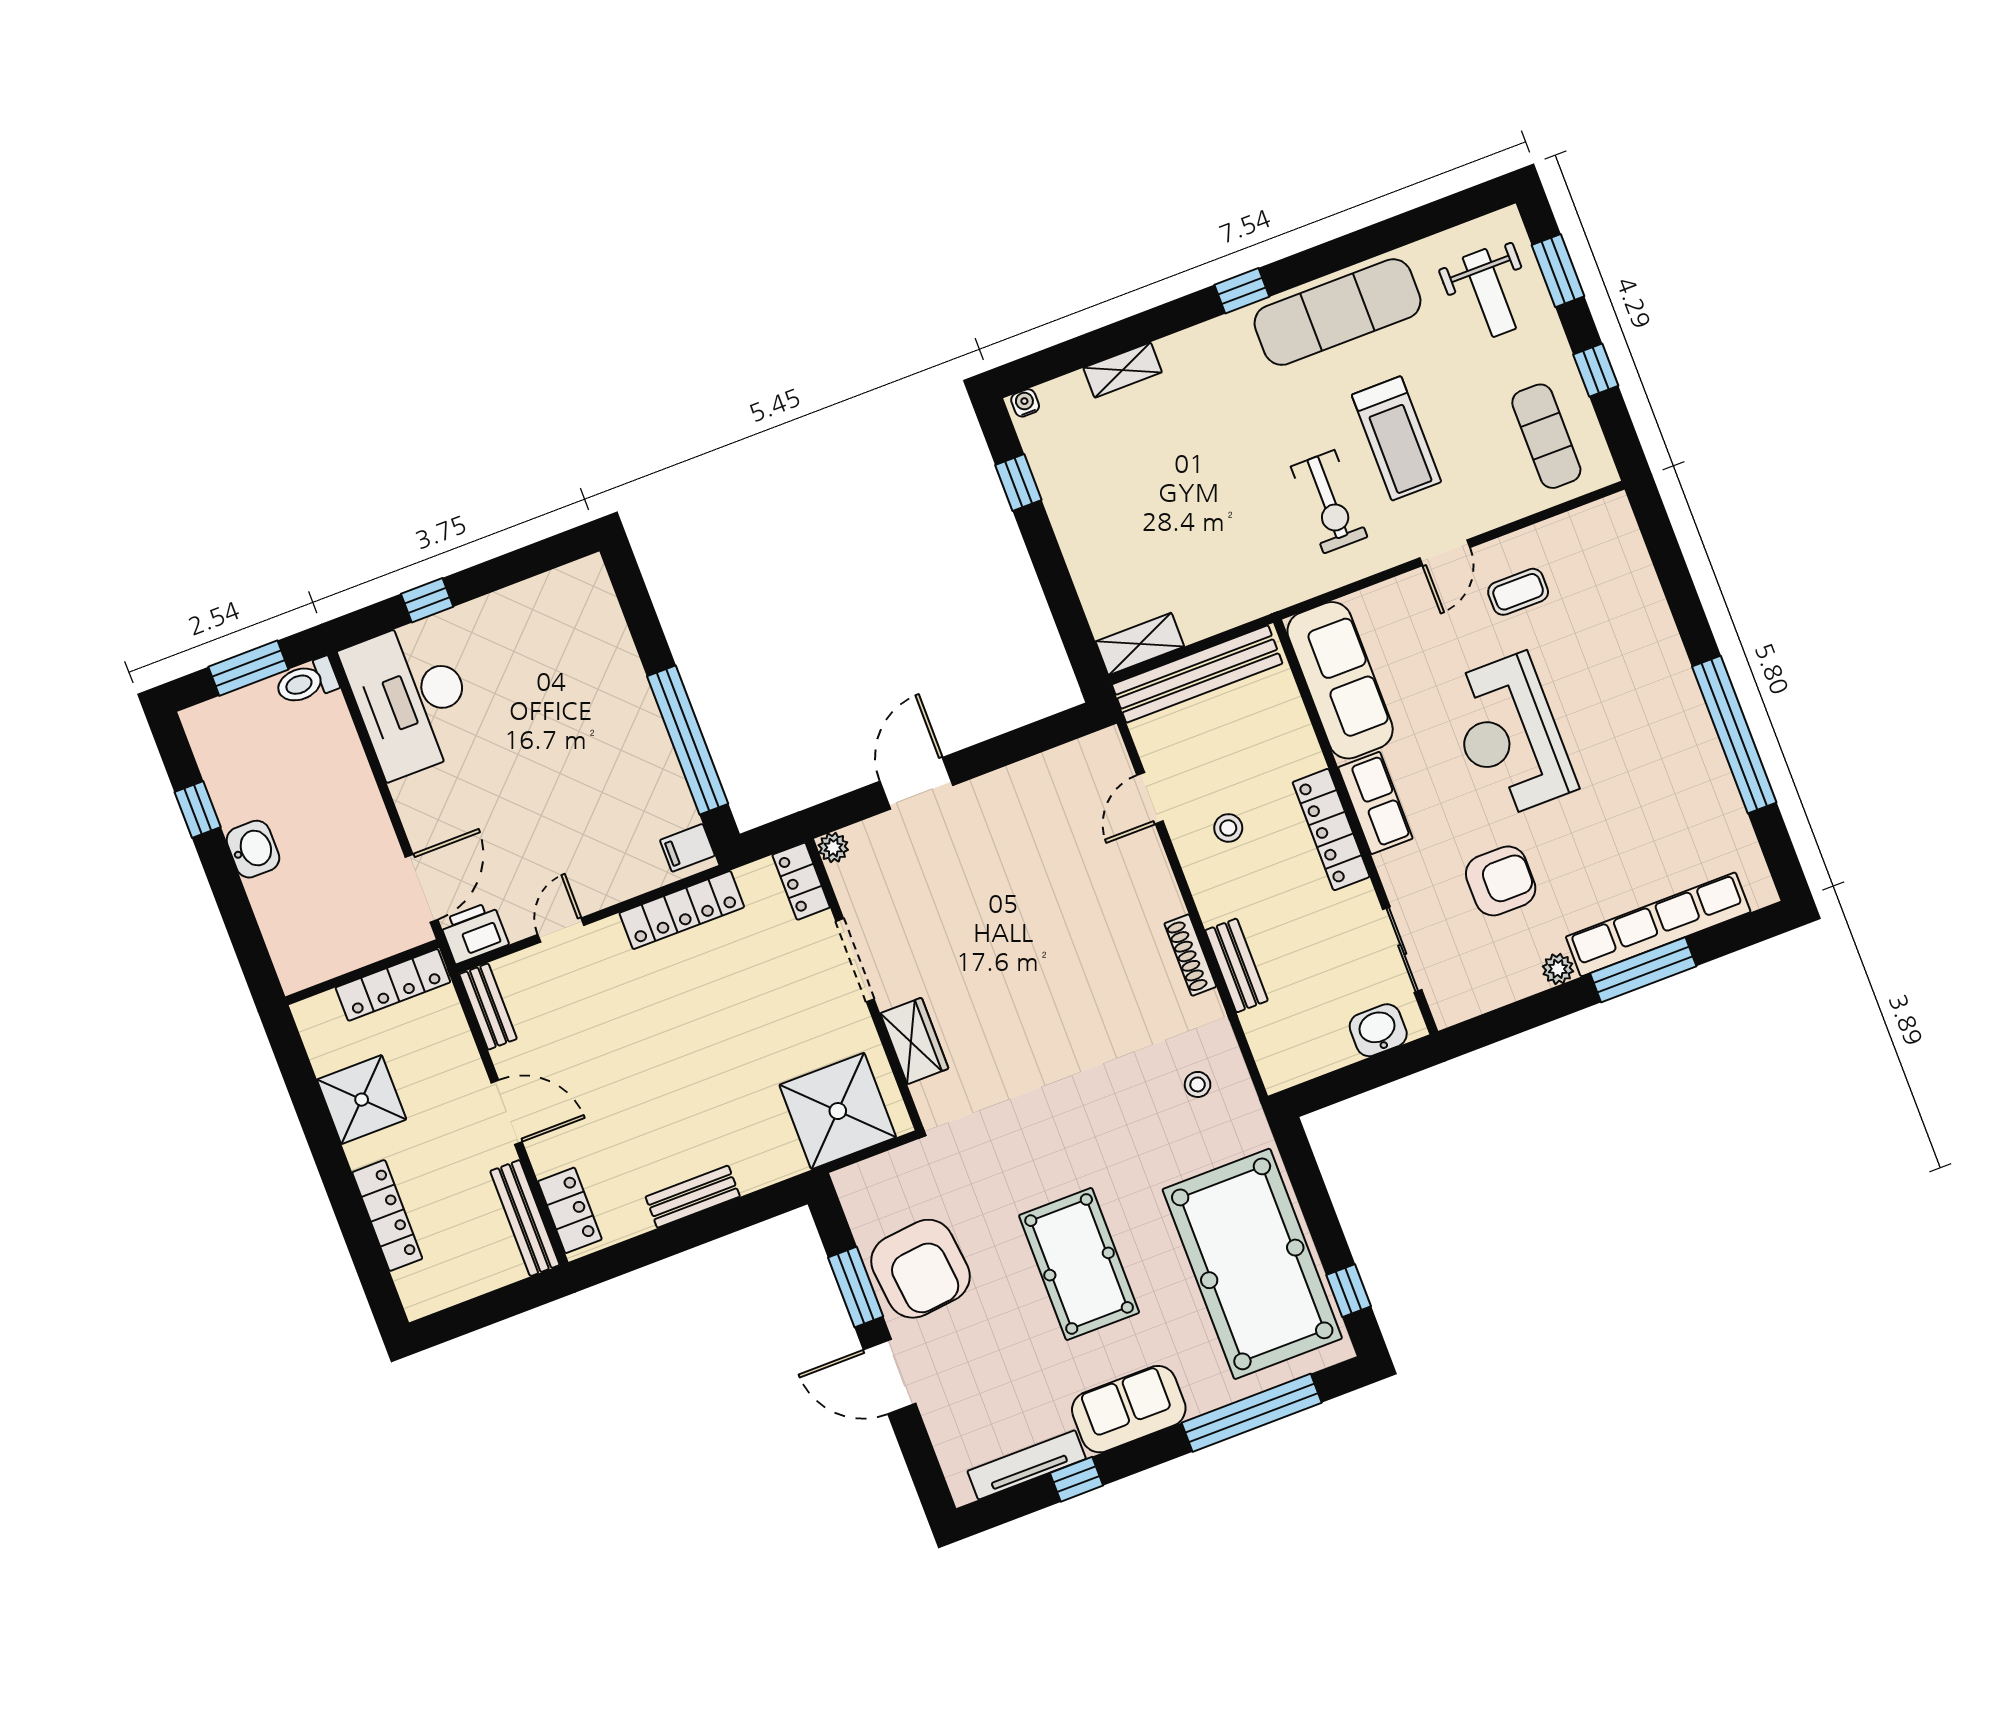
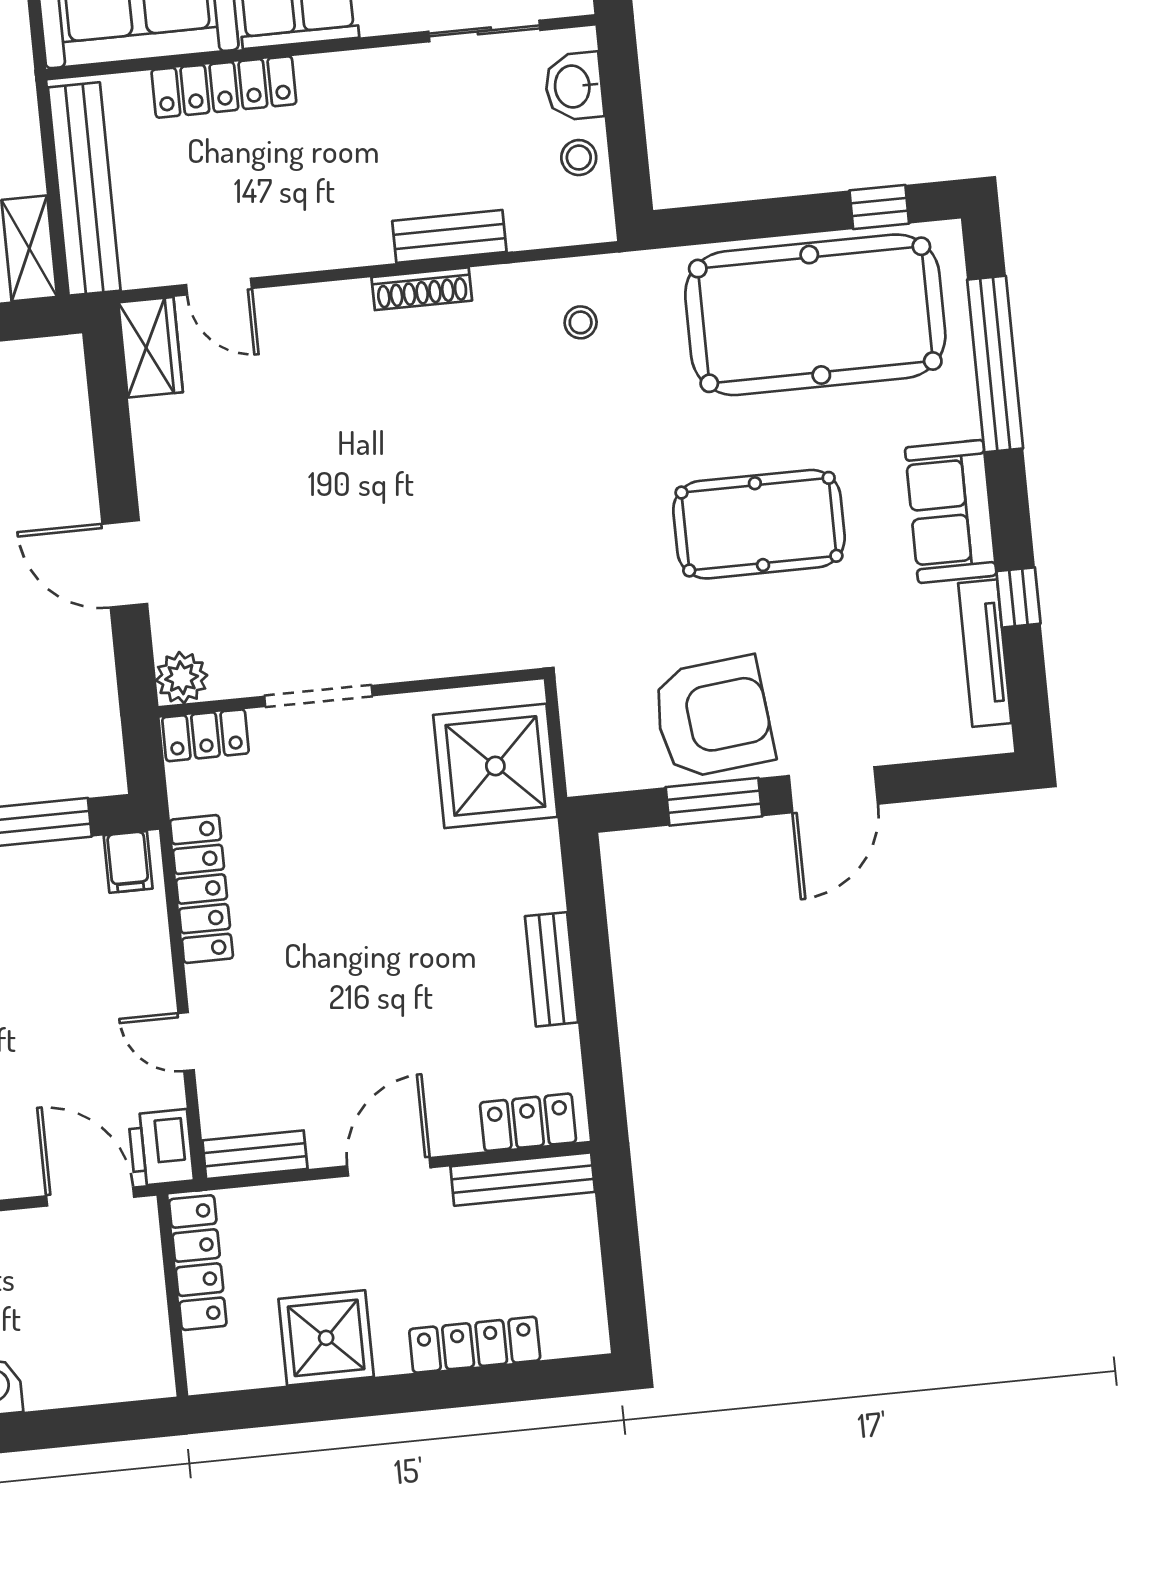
stool: (1228, 828) -> (579, 158), moved
locker: (1331, 830) -> (224, 87), moved
plant: (833, 848) -> (182, 678), width x1.38, depth x1.38
wardrobe: (914, 1041) -> (151, 347), moved, turned 90

